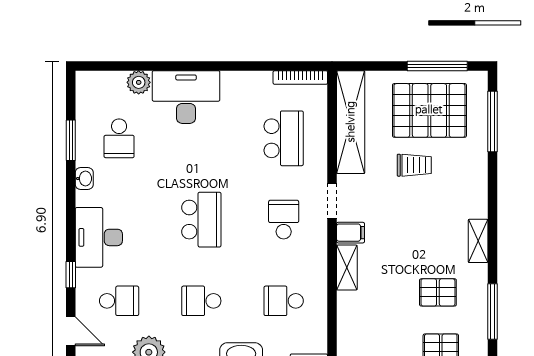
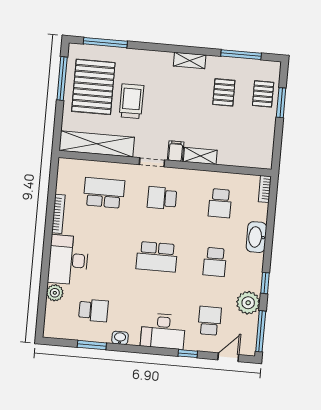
bookcase: (300, 78) -> (58, 214), moved
trolley: (414, 165) -> (131, 101), width x1.36, depth x1.39
school desk: (201, 220) -> (157, 257), turned 180

